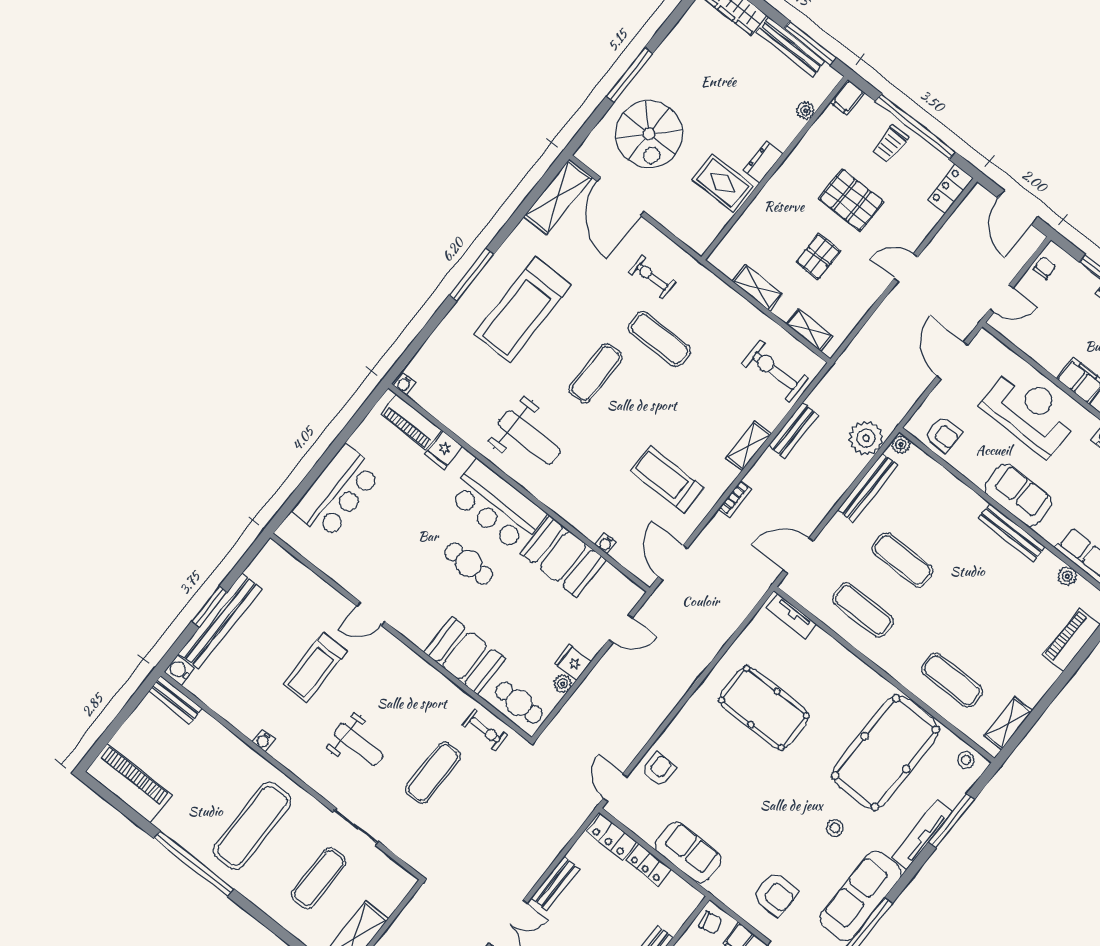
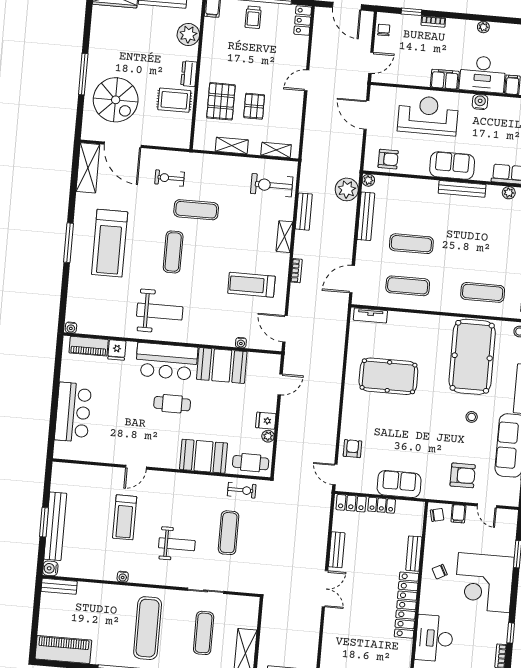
plant: (806, 111) -> (188, 35), width x1.87, depth x1.87
pallet: (851, 200) -> (221, 101), moved, turned 90

